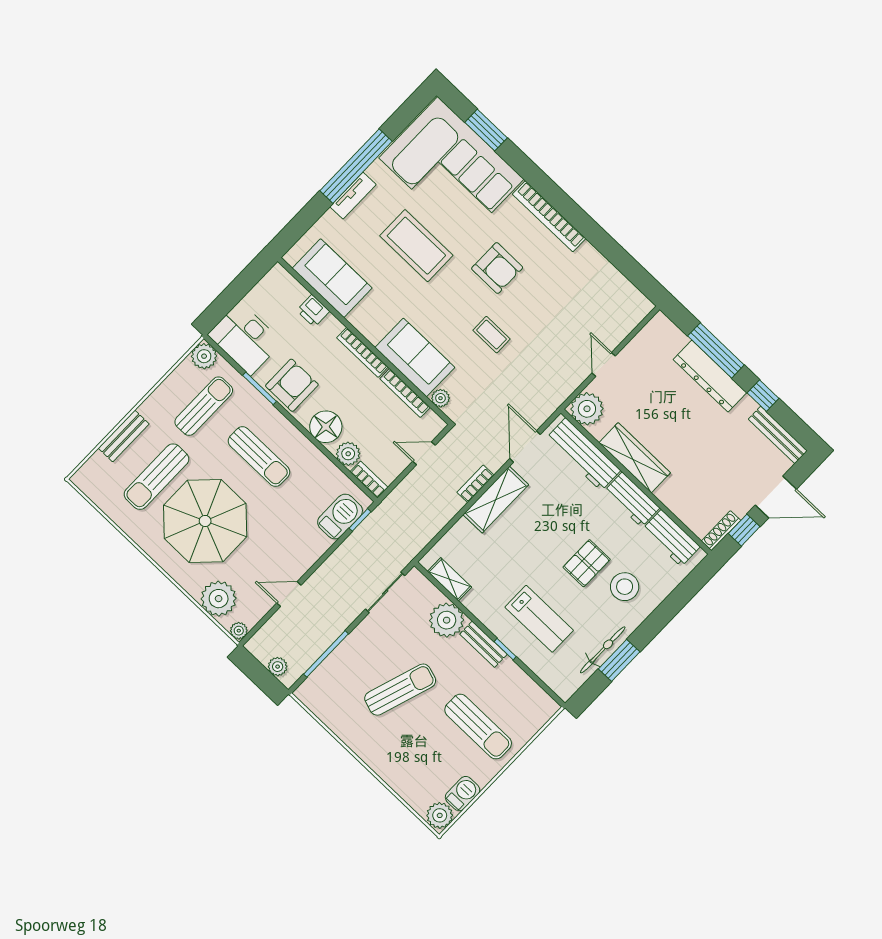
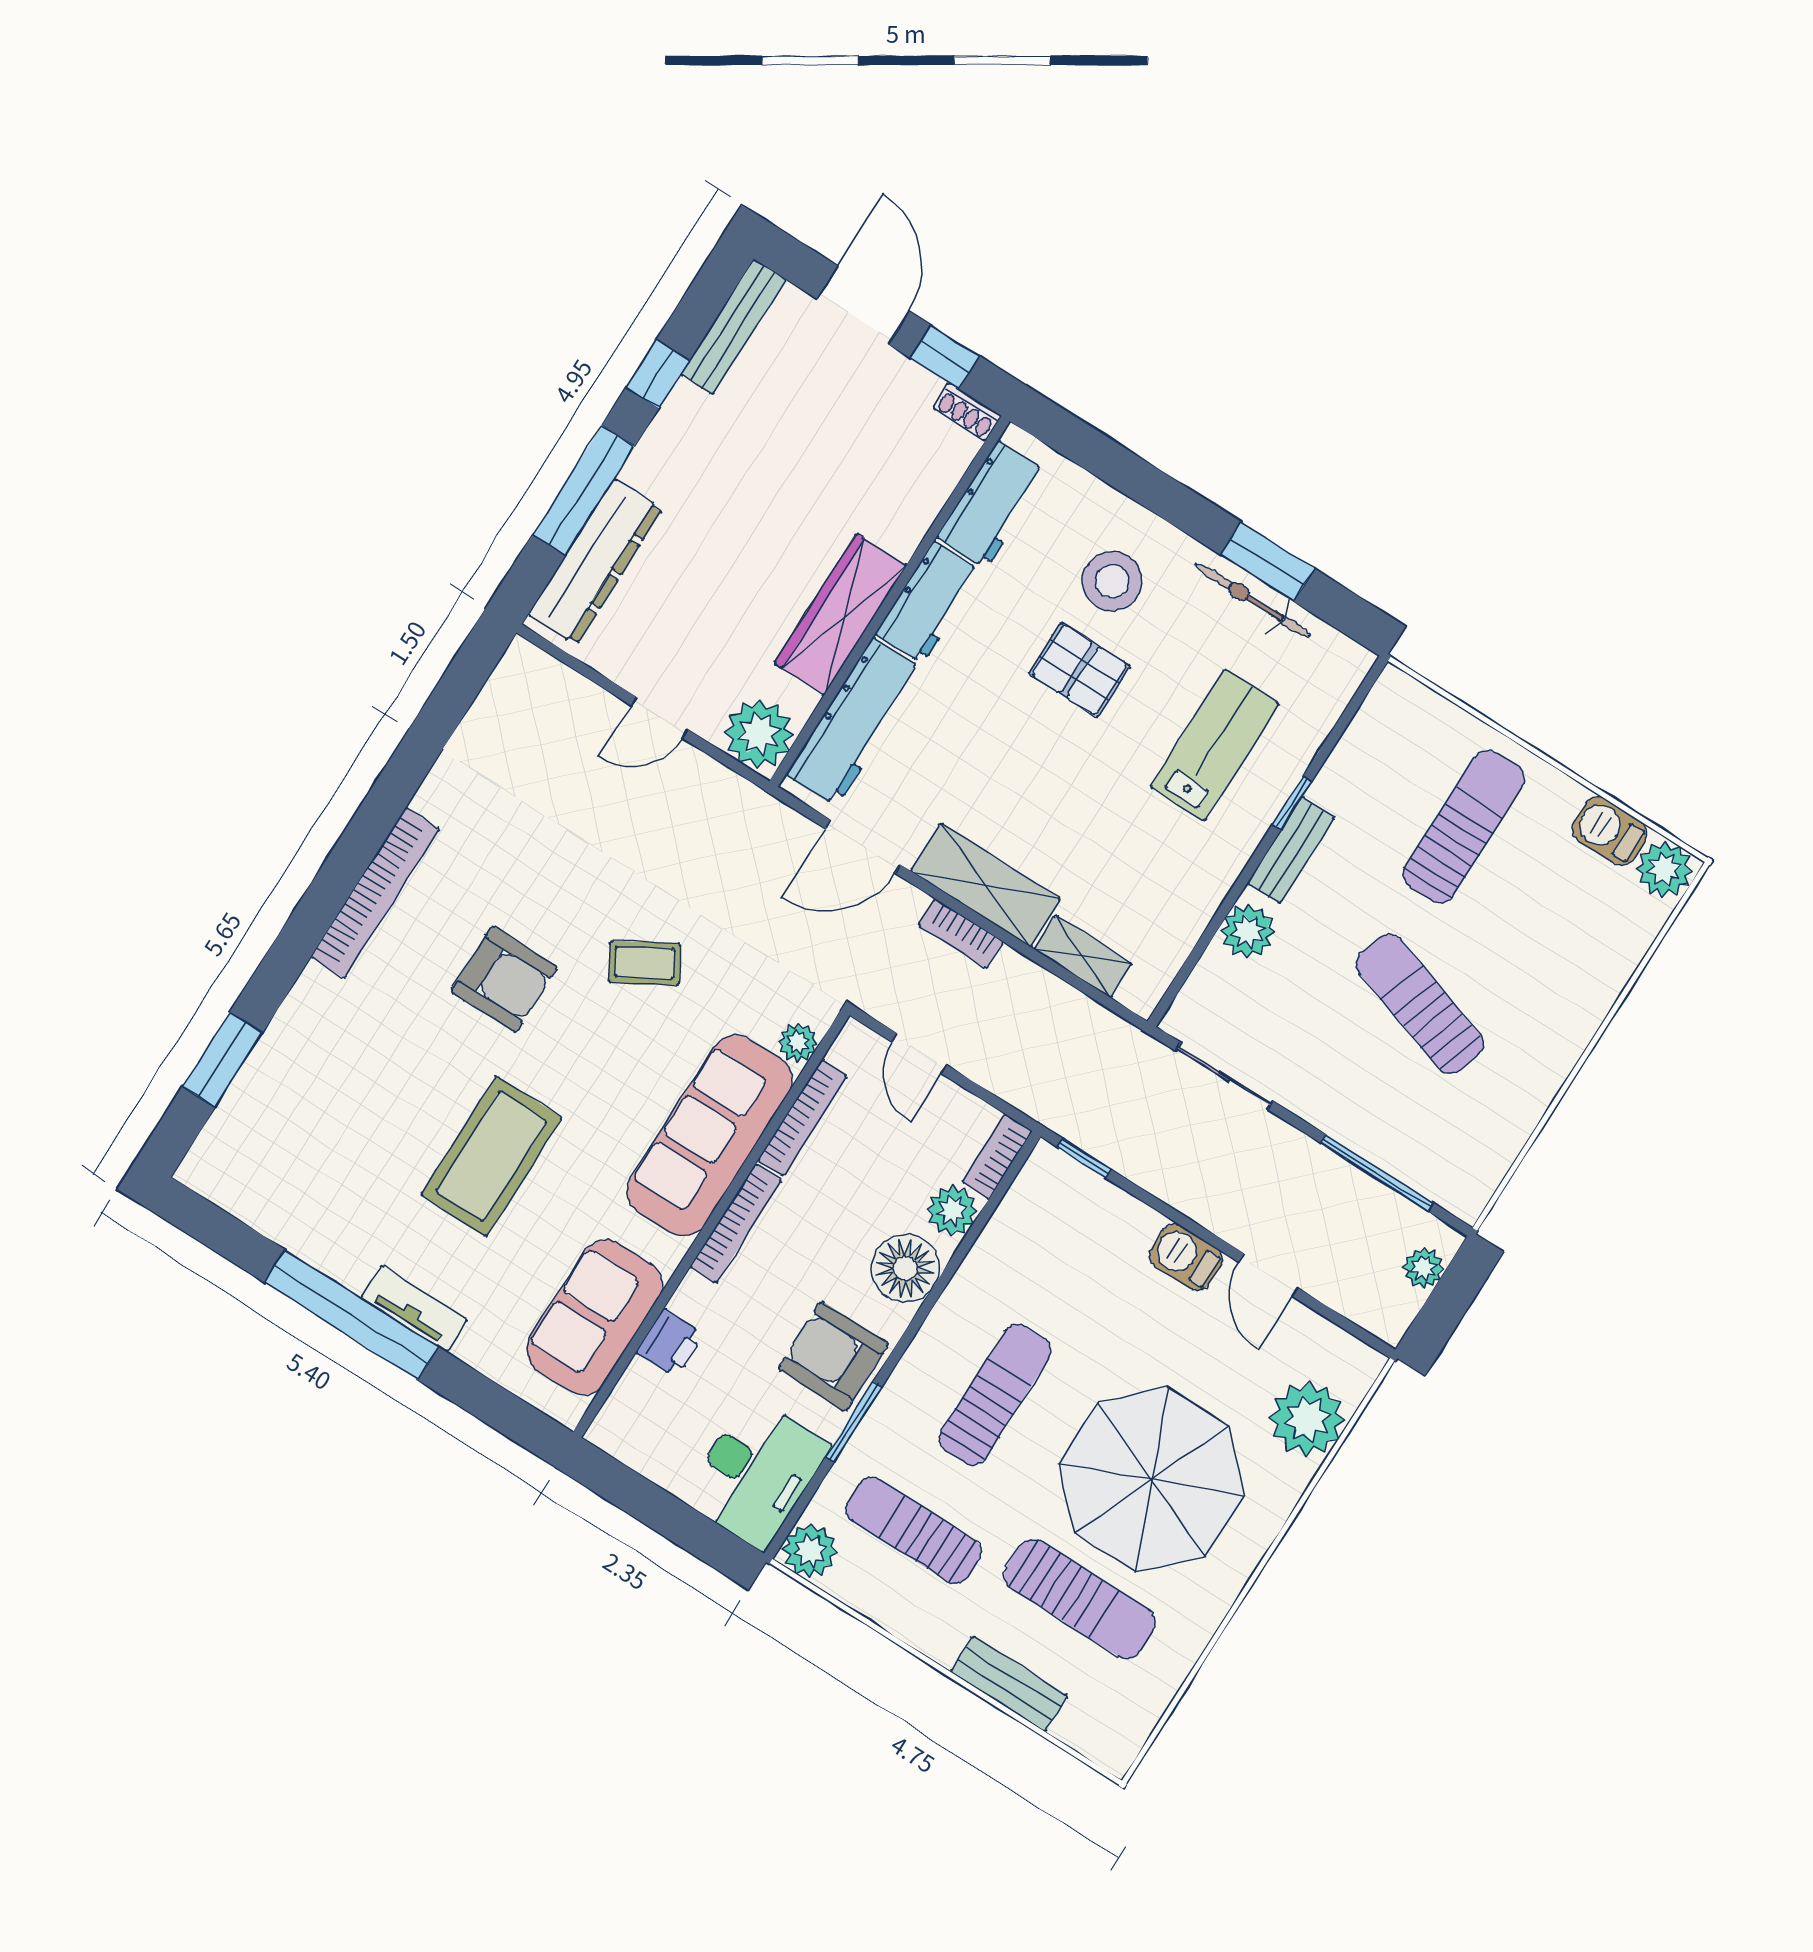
corner sofa: (451, 168) -> (317, 1116), removed
armchair: (497, 268) -> (504, 979), turned 90
coffee table: (492, 335) -> (645, 963), turned 60
sofa: (415, 358) -> (710, 1136), width x1.36
dresser: (710, 376) -> (595, 562), moved
barbecue: (340, 517) -> (1186, 1257), moved, width x0.73, depth x0.79
shoe rack: (721, 531) -> (967, 412), width x0.70
shelving: (449, 579) -> (1083, 956), moved, turned 90
plant: (447, 620) -> (1248, 931), width x0.73, depth x0.73
plant: (239, 631) -> (1365, 1364), removed

